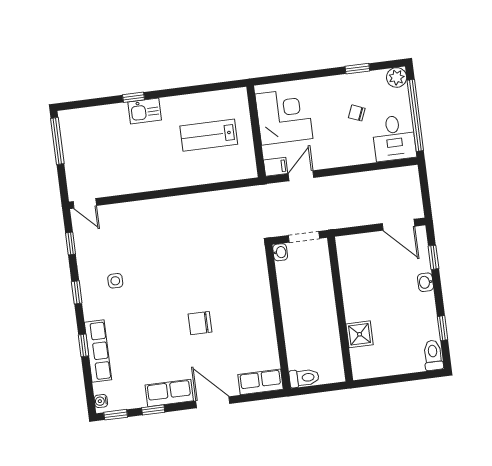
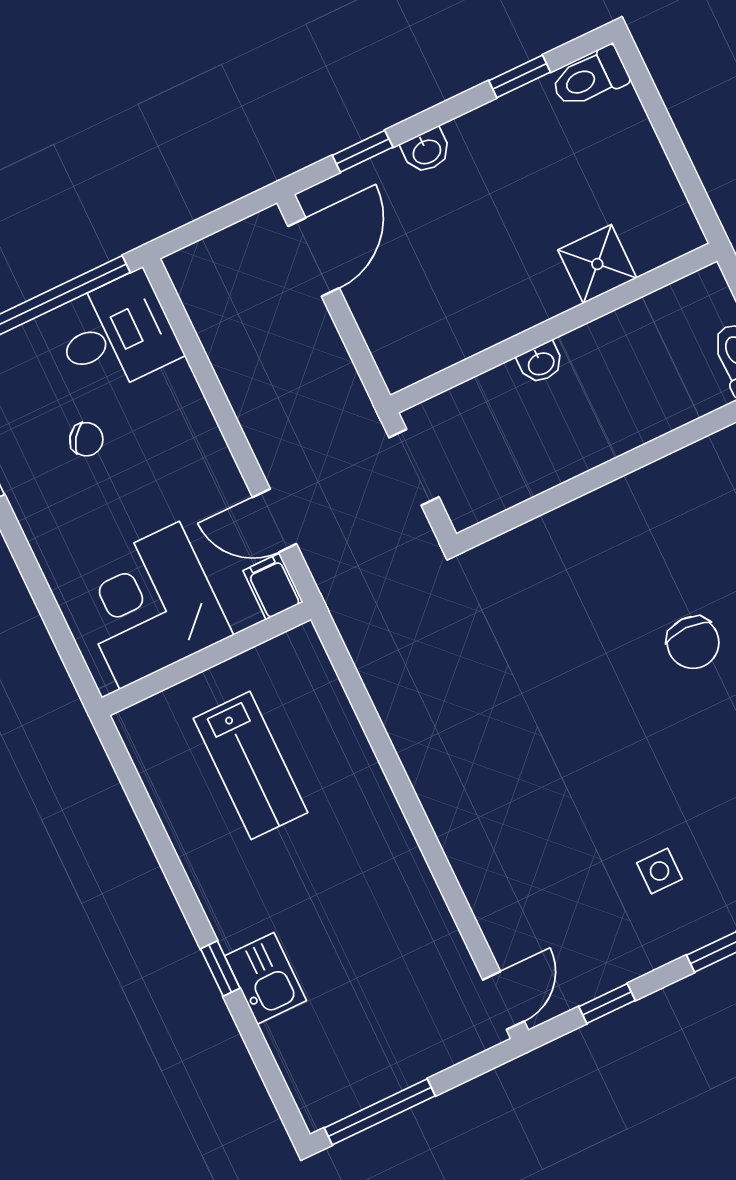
kitchen sink: (145, 111) -> (266, 978), moved
chair: (357, 113) -> (86, 439), turned -77
washbasin: (280, 252) -> (541, 363), moved, turned 180

